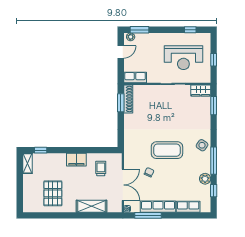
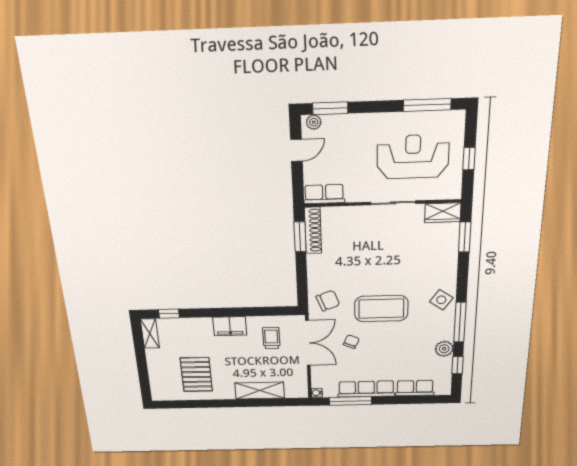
window: (190, 30) -> (427, 105), width x2.17
reception desk: (183, 58) -> (413, 157), turned 180
chair: (136, 144) -> (328, 301), added
double door: (123, 185) -> (308, 343), moved

